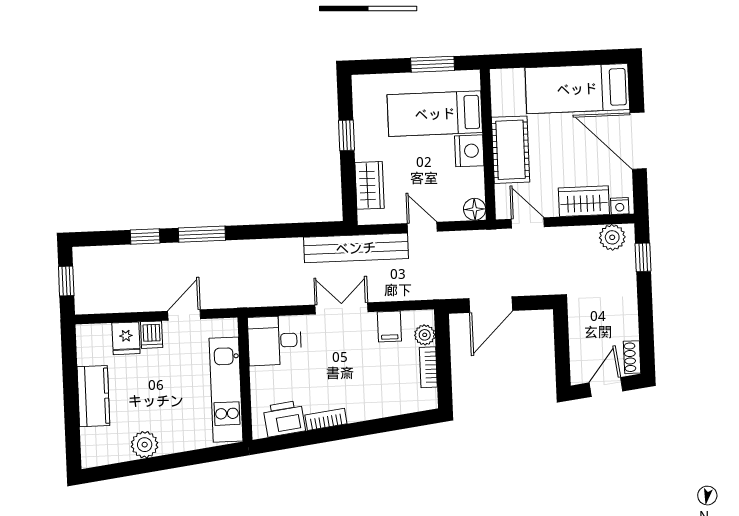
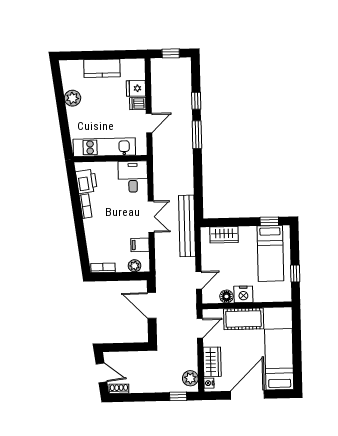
window: (433, 64) -> (295, 274), width x0.67
bed: (435, 114) -> (270, 253), moved, turned 180
window: (347, 135) -> (269, 221), moved
floor lamp: (475, 209) -> (226, 296), moved
door: (422, 227) -> (199, 280), moved
door: (184, 315) -> (149, 123), hinge flipped
bookcase: (428, 367) -> (103, 268), moved

